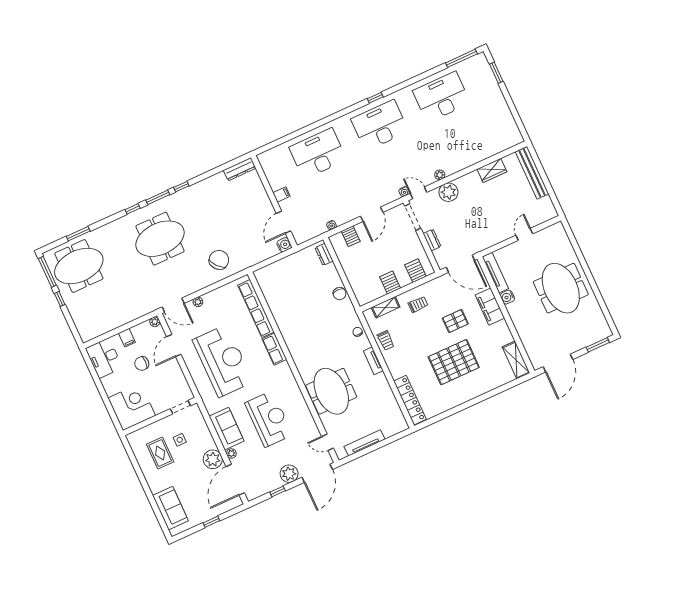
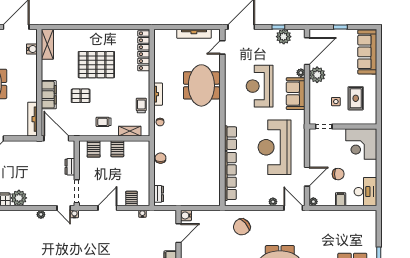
plant: (448, 192) -> (19, 198), moved
water cooler: (507, 297) -> (32, 49), moved
door: (328, 442) -> (222, 47), swing flipped
plant: (289, 474) -> (284, 37), moved
sofa: (170, 508) -> (367, 52), width x1.36

